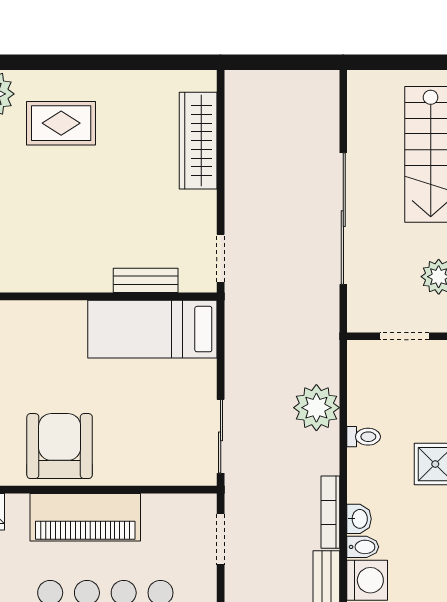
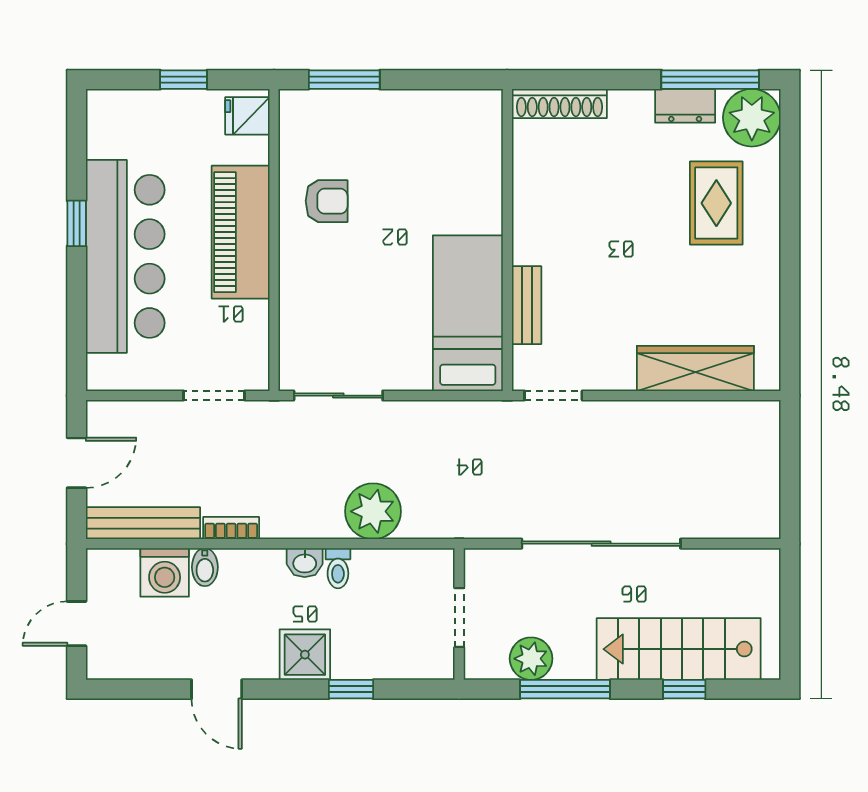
armchair: (60, 446) -> (327, 201), width x0.53, depth x0.53
bookcase: (330, 512) -> (231, 528), width x0.64
washbasin: (359, 519) -> (305, 563), moved

